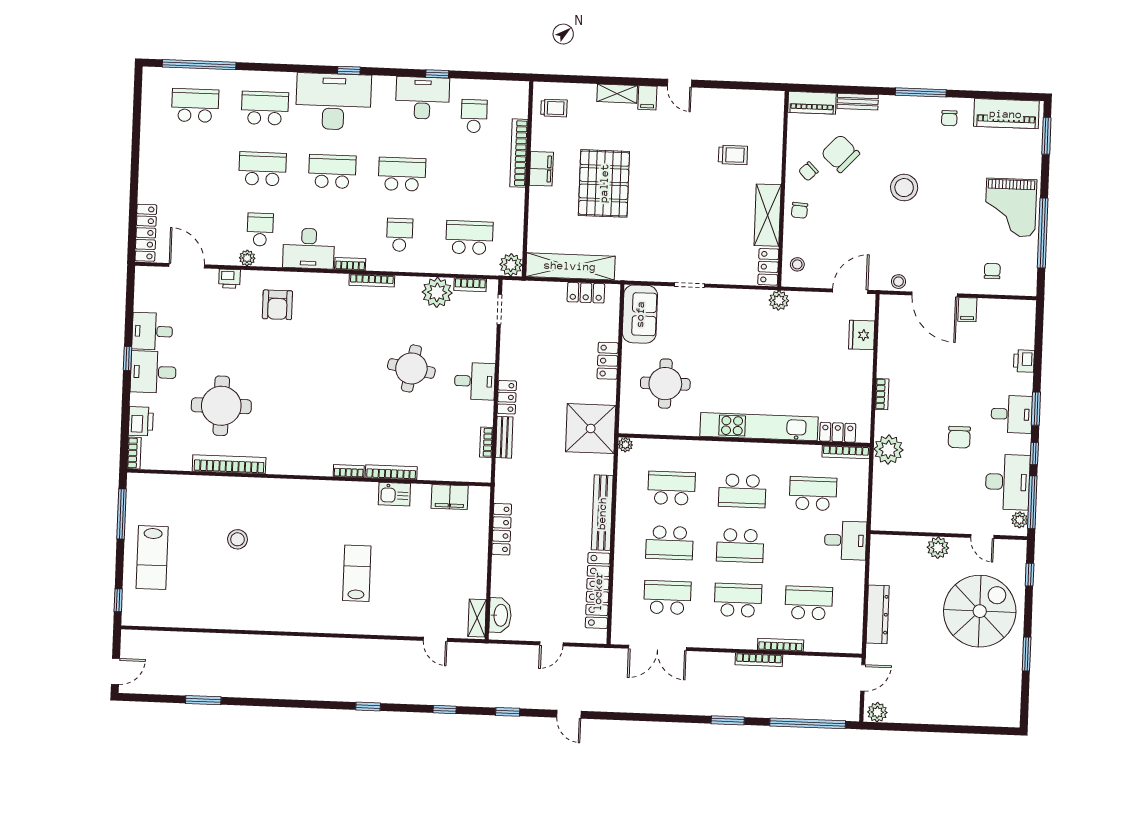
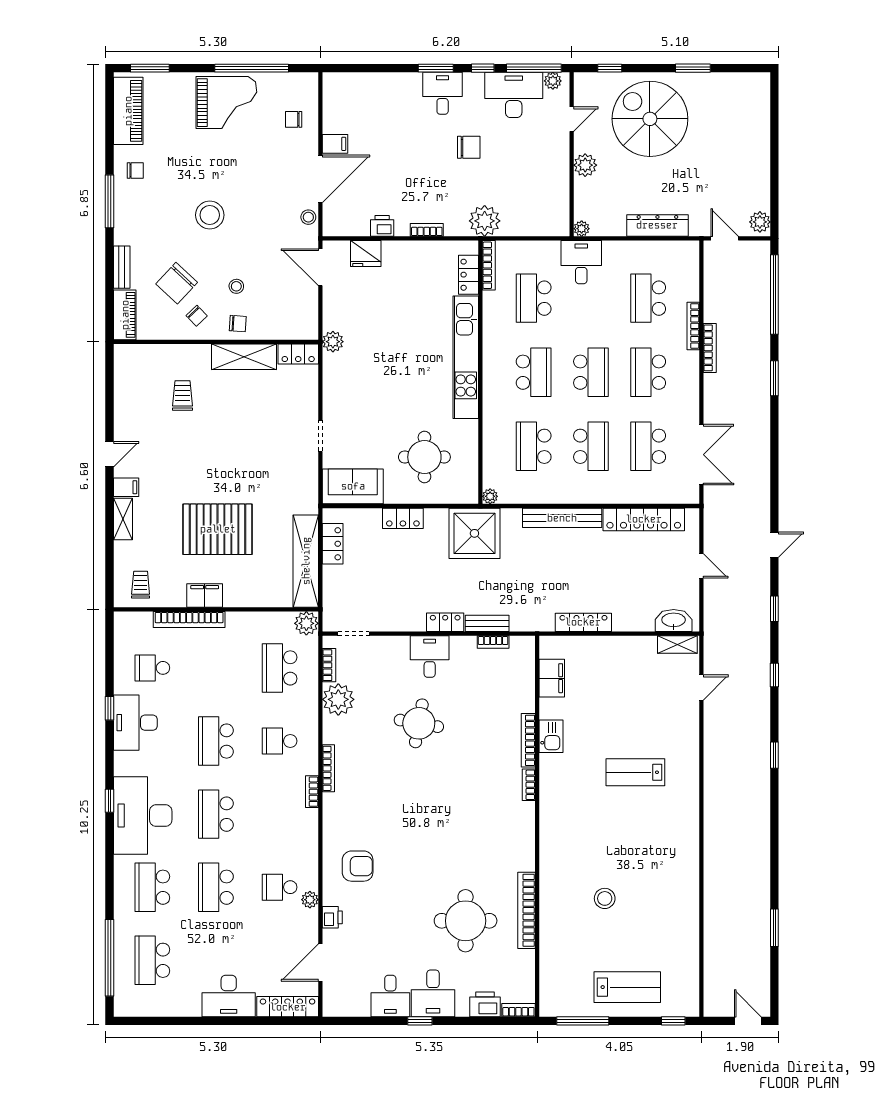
desk: (309, 248) -> (229, 996), moved, turned 90
stool: (797, 264) -> (236, 286), moved
printer: (1024, 361) -> (382, 226), moved, turned 180
plant: (878, 542) -> (582, 229), added

